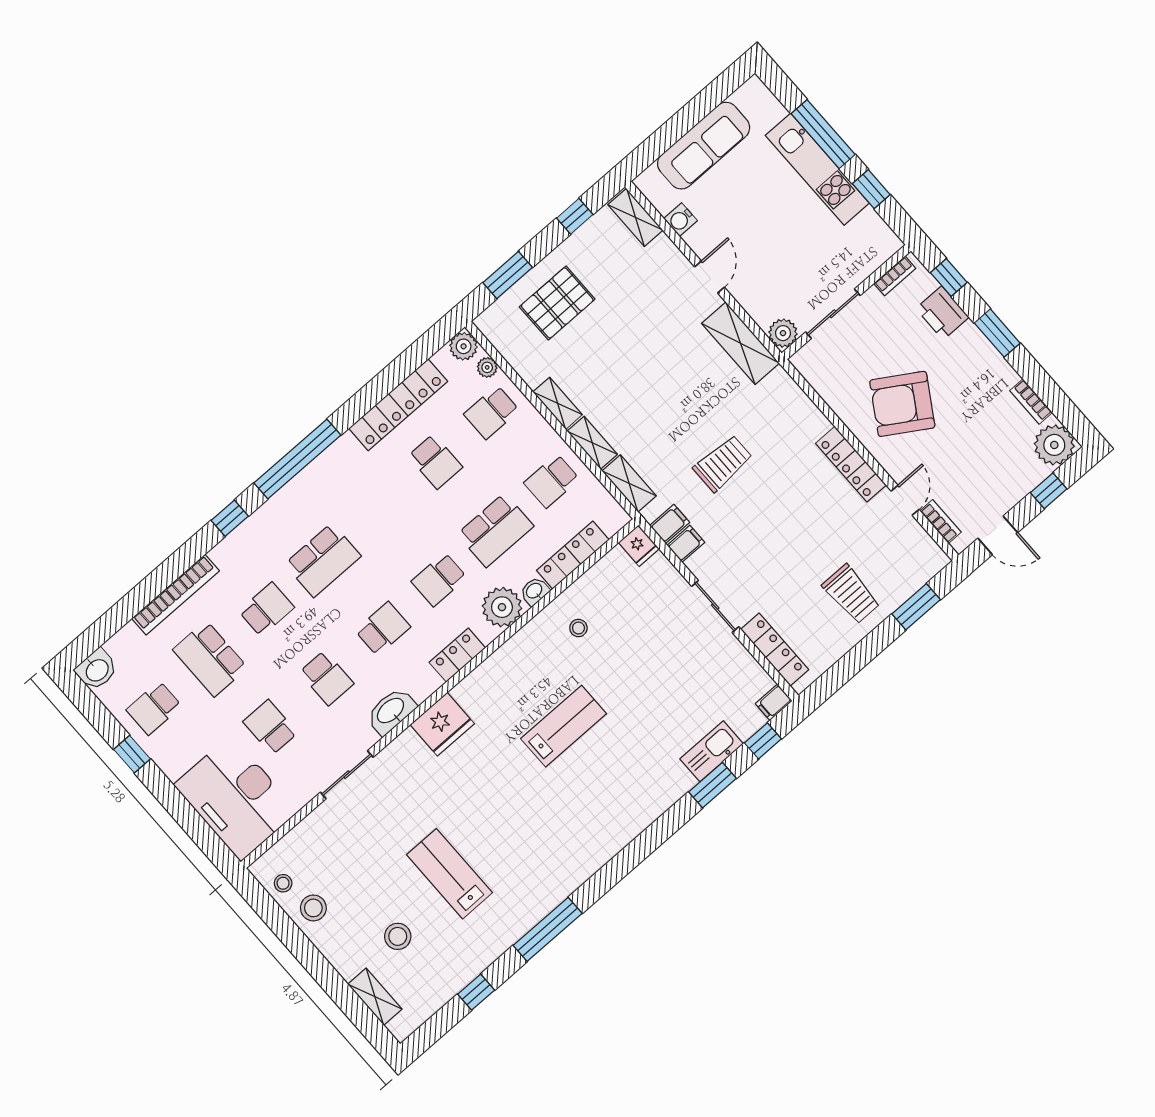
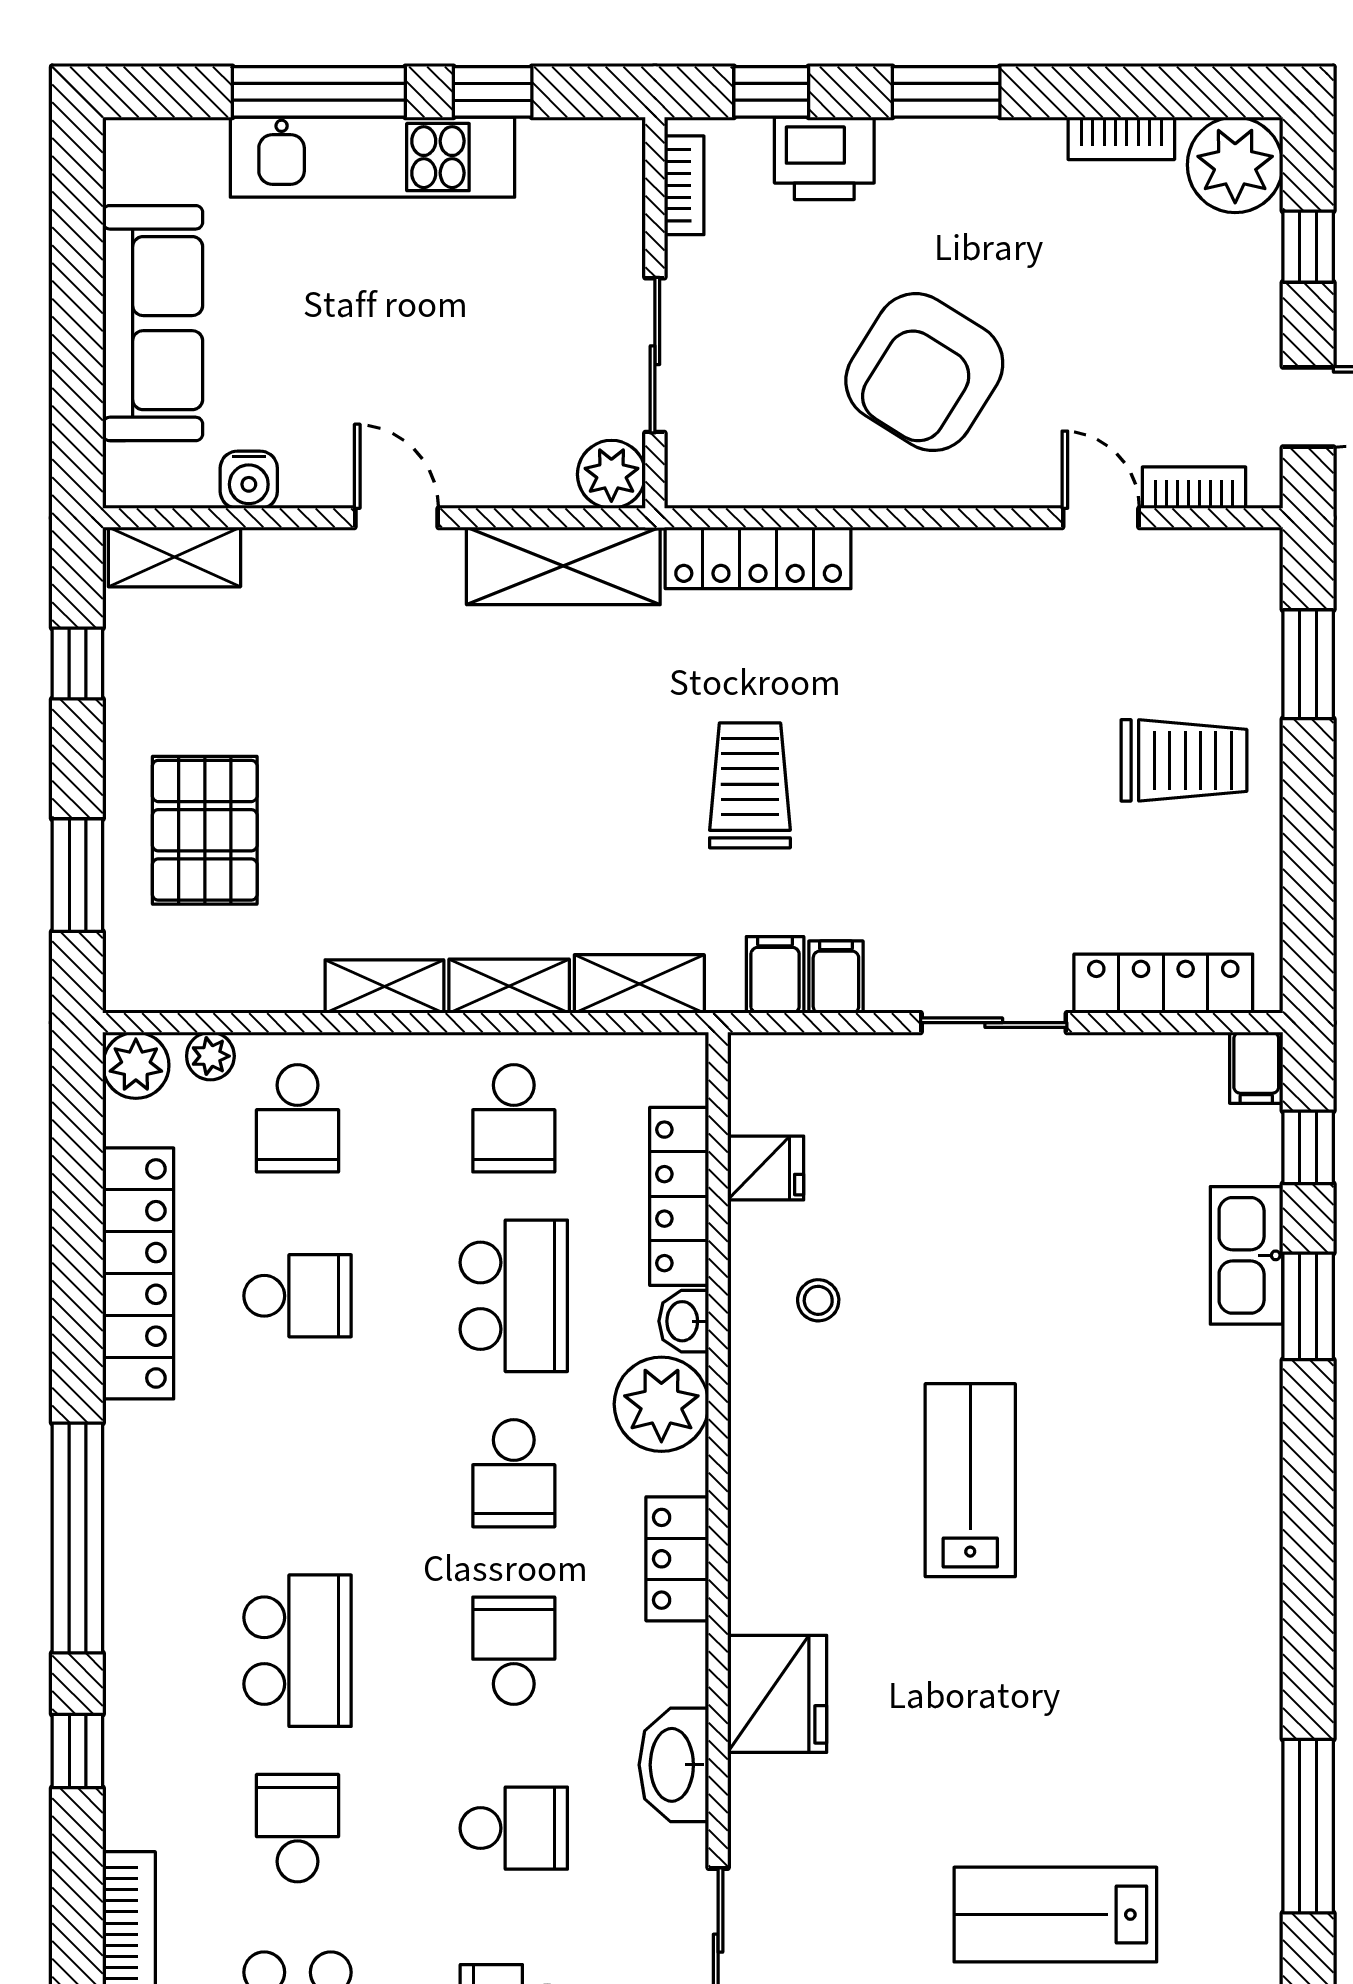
locker: (851, 464) -> (758, 558), moved
fridge: (639, 546) -> (766, 1168), moved

